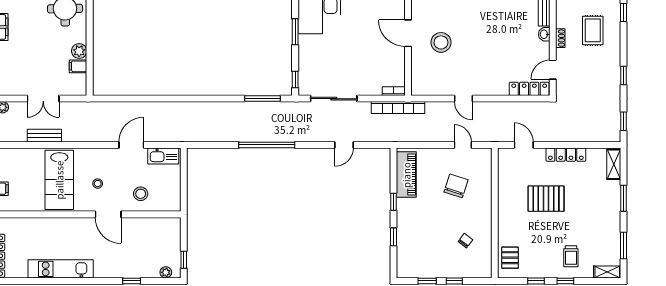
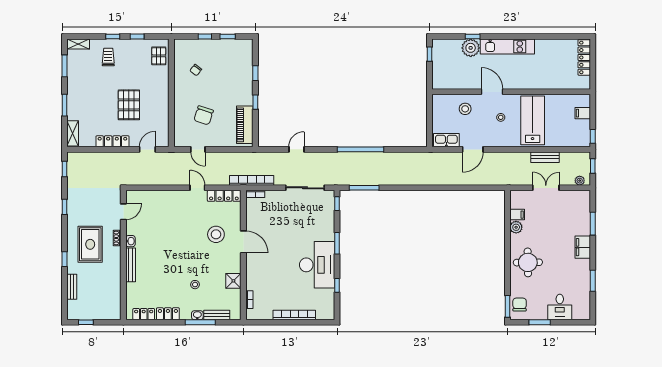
rug: (593, 30) -> (90, 244), width x1.36, depth x1.43
locker: (529, 89) -> (224, 196), moved
door: (524, 145) -> (147, 149), swing flipped
pallet: (546, 199) -> (129, 105), turned 90
kitchen unit: (61, 269) -> (507, 47), moved
plant: (166, 272) -> (471, 48), moved, width x1.87, depth x1.87

